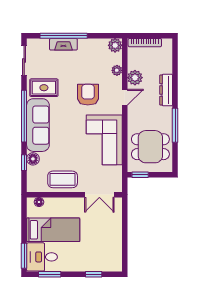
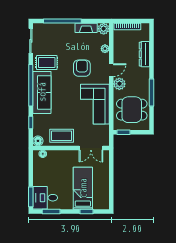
fireplace: (63, 44) -> (86, 28), moved
plant: (135, 78) -> (119, 84), moved
dresser: (166, 90) -> (144, 54), moved
floor lamp: (33, 159) -> (38, 141), moved
bed: (53, 230) -> (83, 188), moved, turned -90

